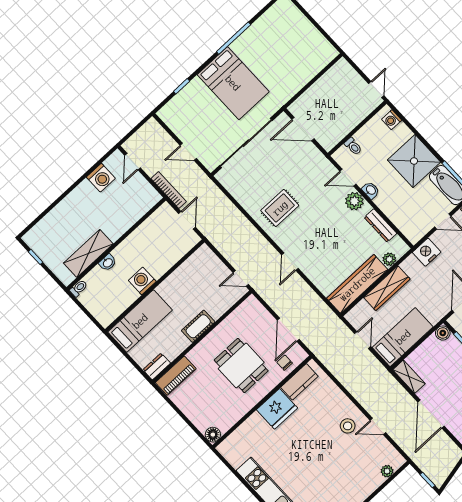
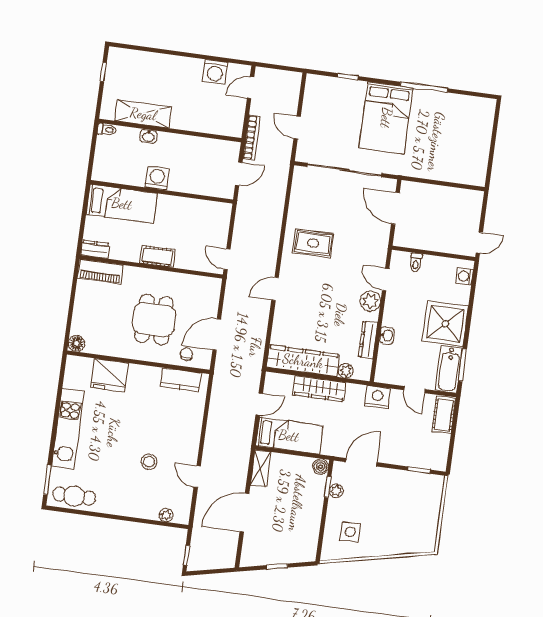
washbasin: (371, 190) -> (387, 335), moved
fridge: (277, 409) -> (110, 375), moved
stool: (348, 426) -> (149, 462), moved

